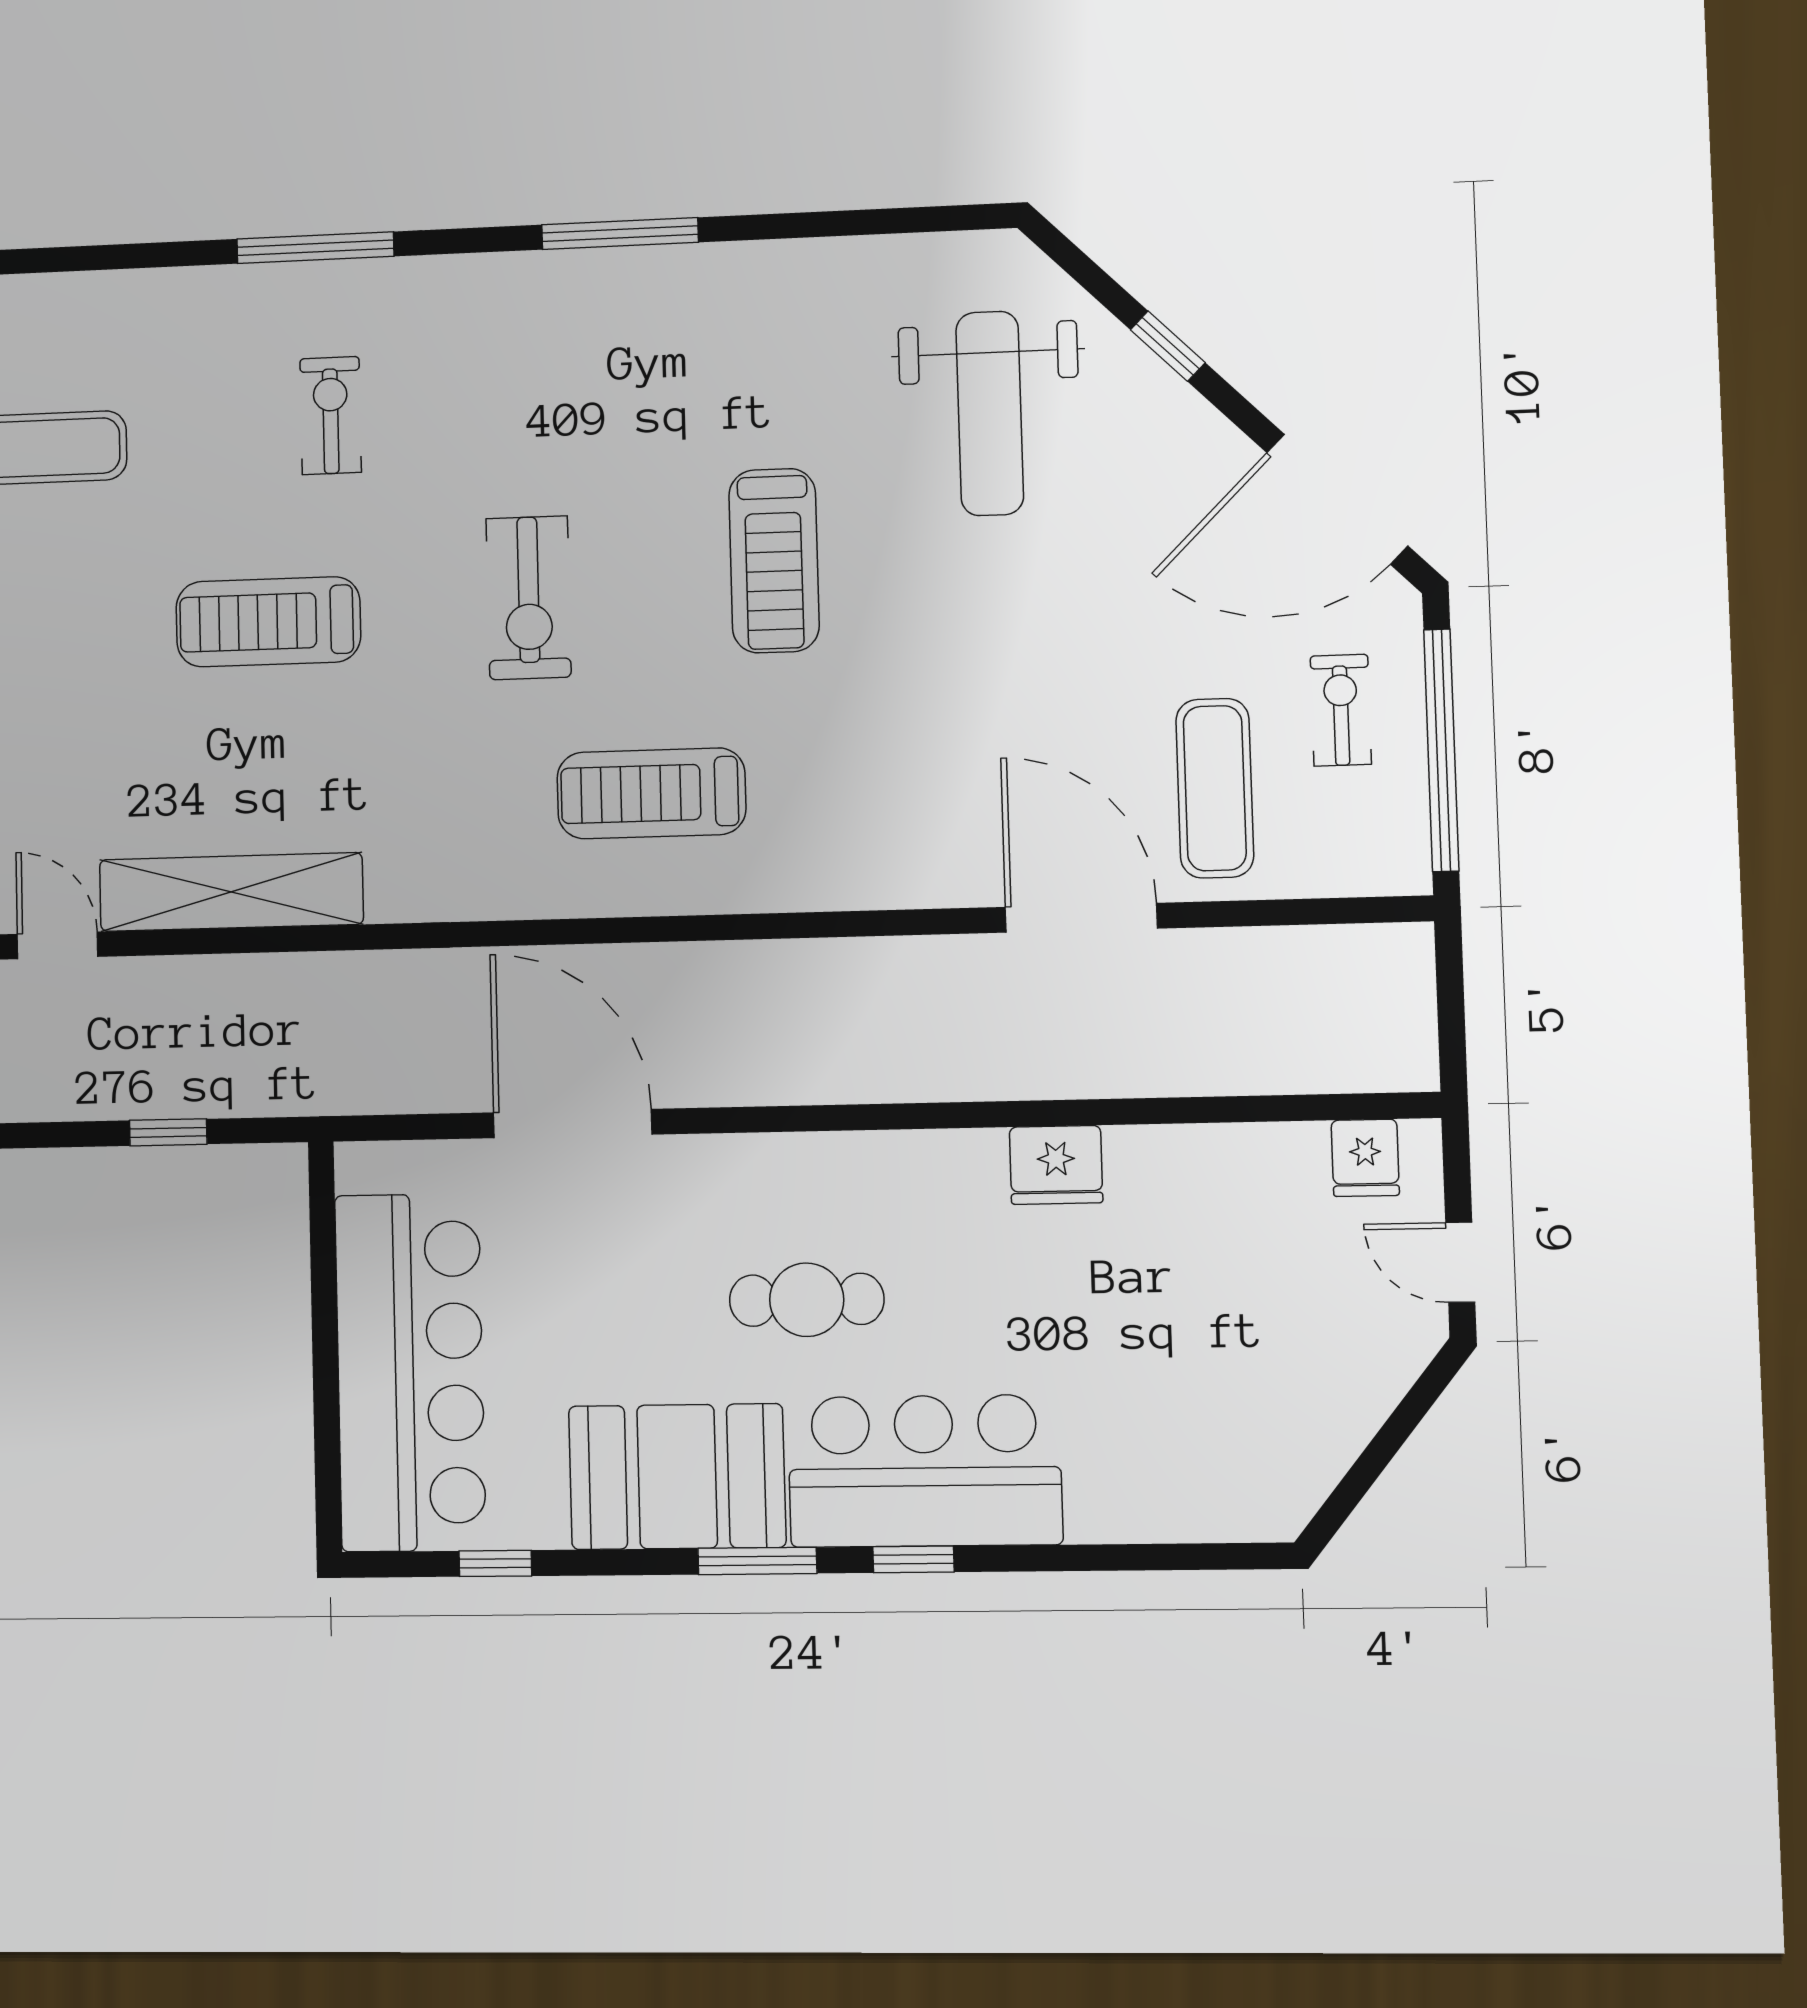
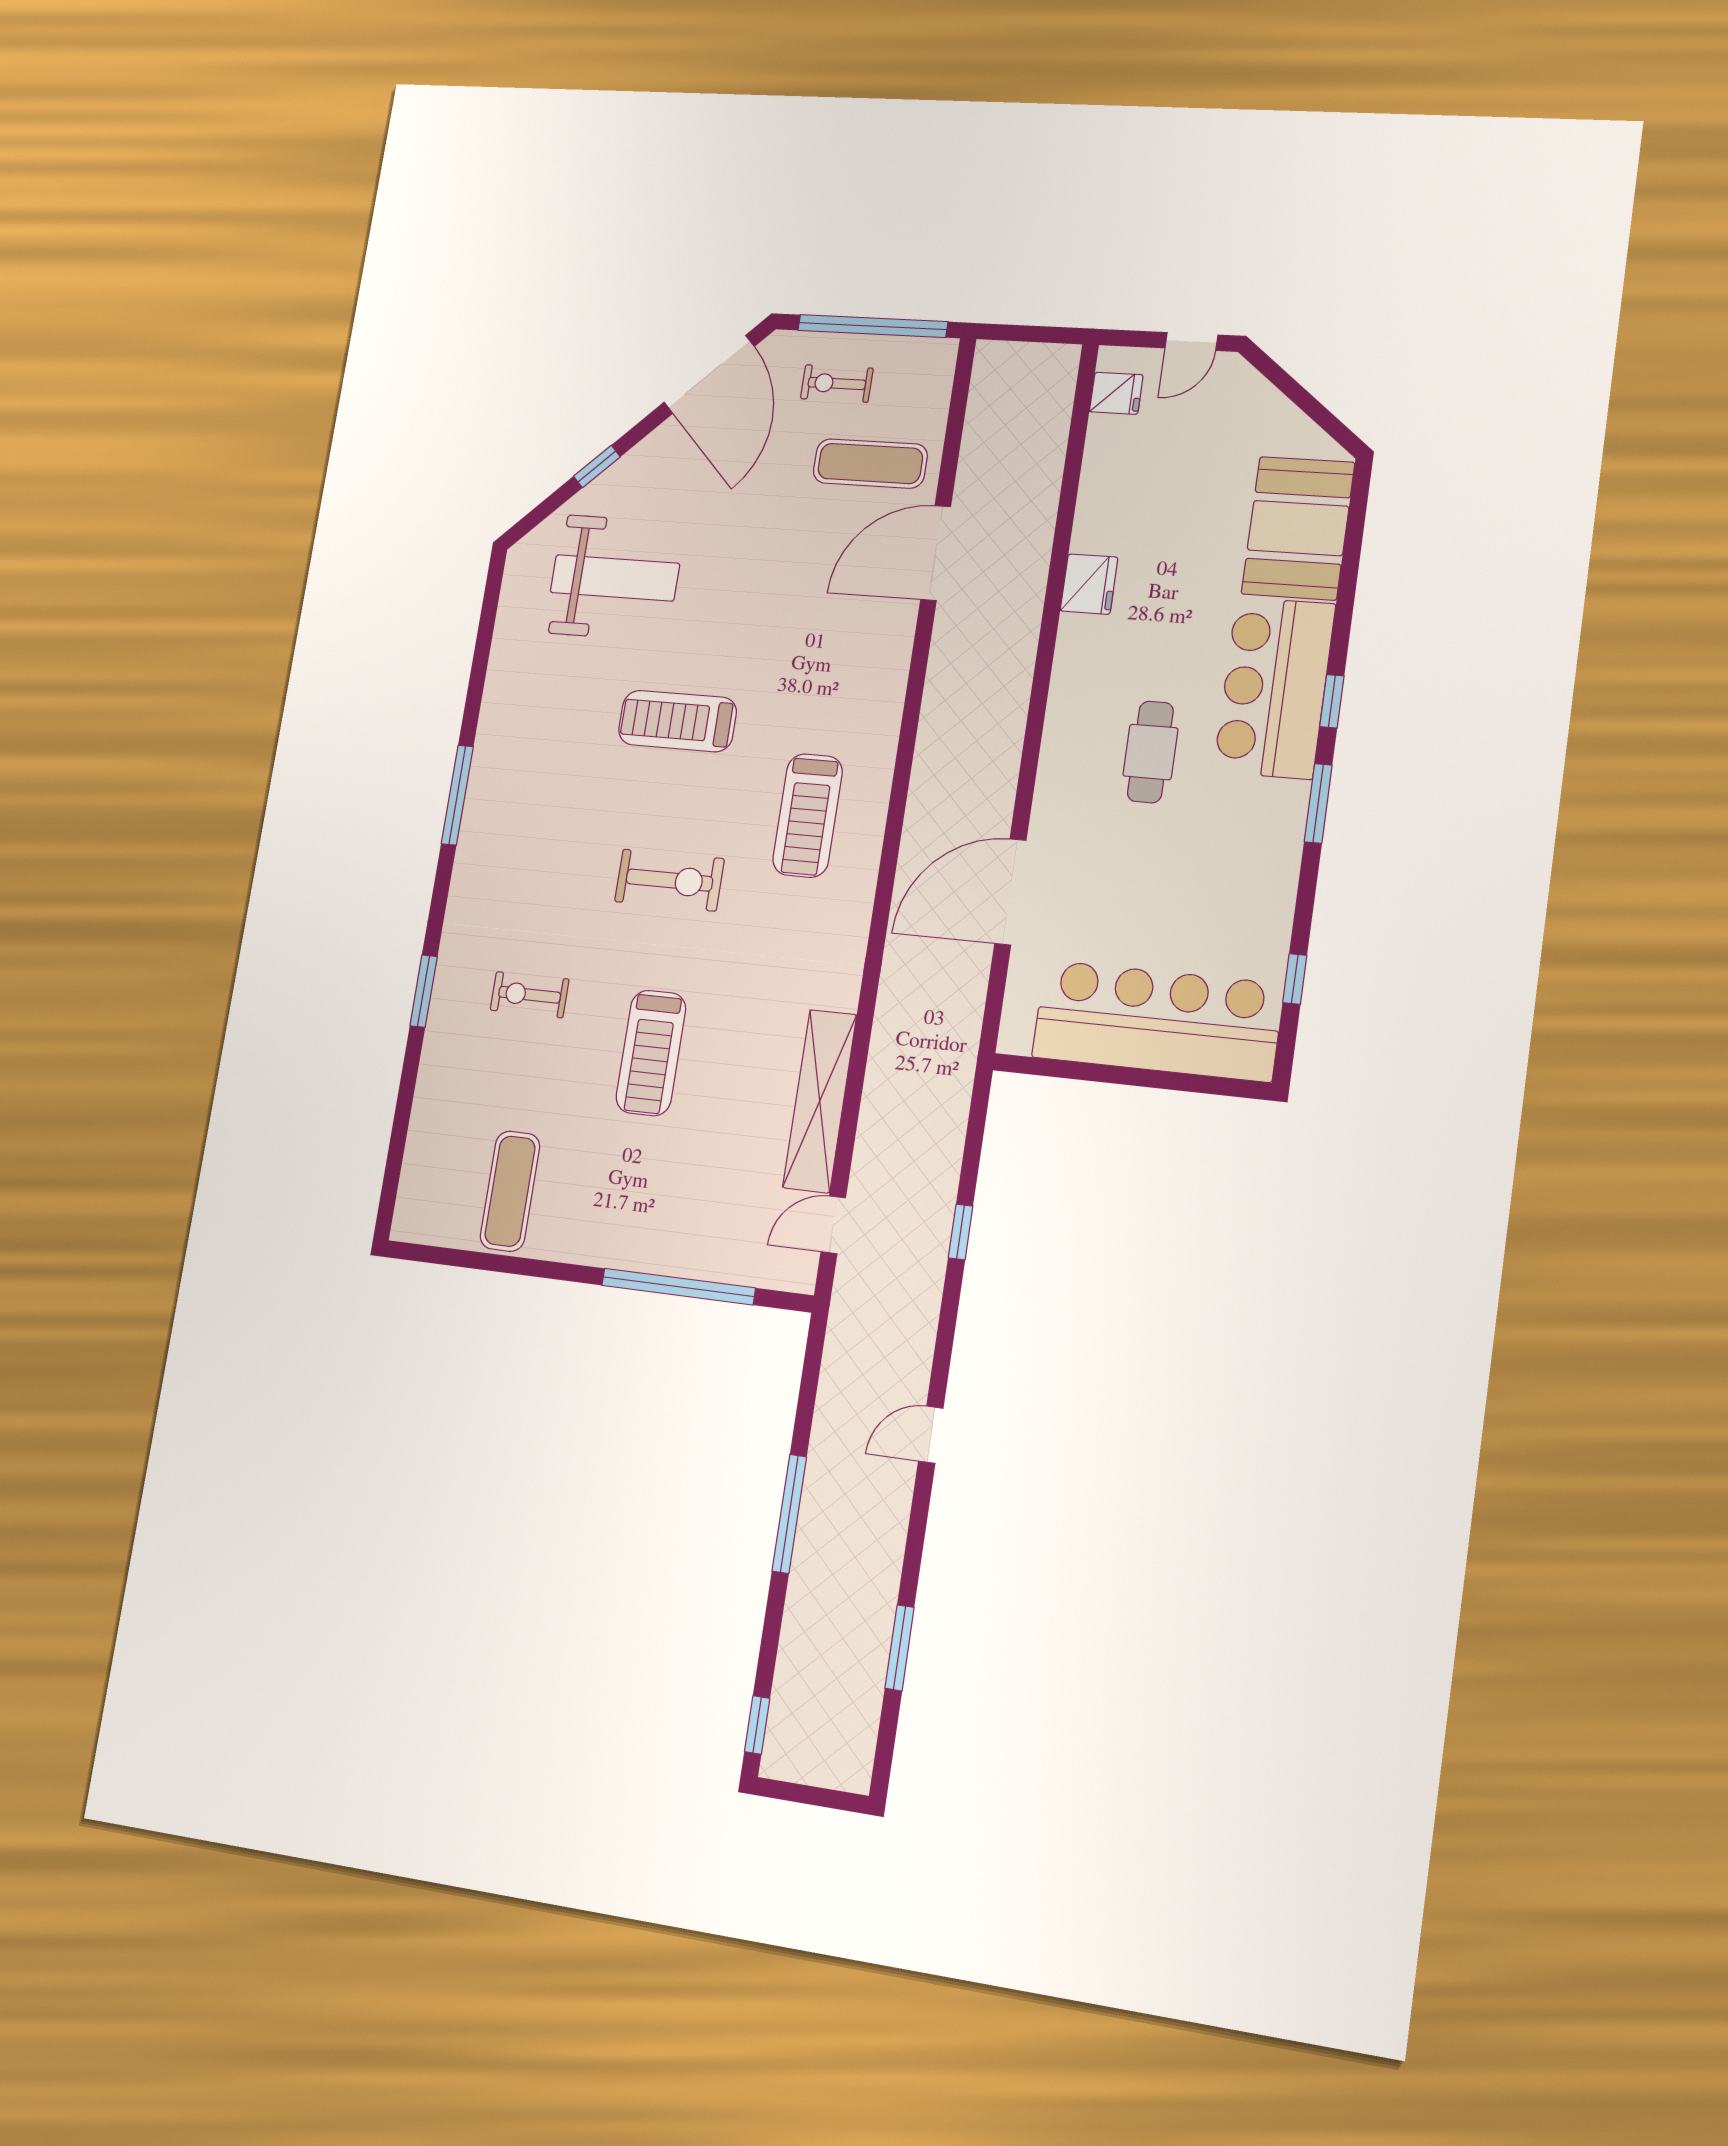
window: (315, 248) -> (424, 991), width x0.69
treadmill: (774, 561) -> (677, 721), turned 180
window: (168, 1132) -> (961, 1232), moved
booth: (677, 1477) -> (1298, 528), moved

